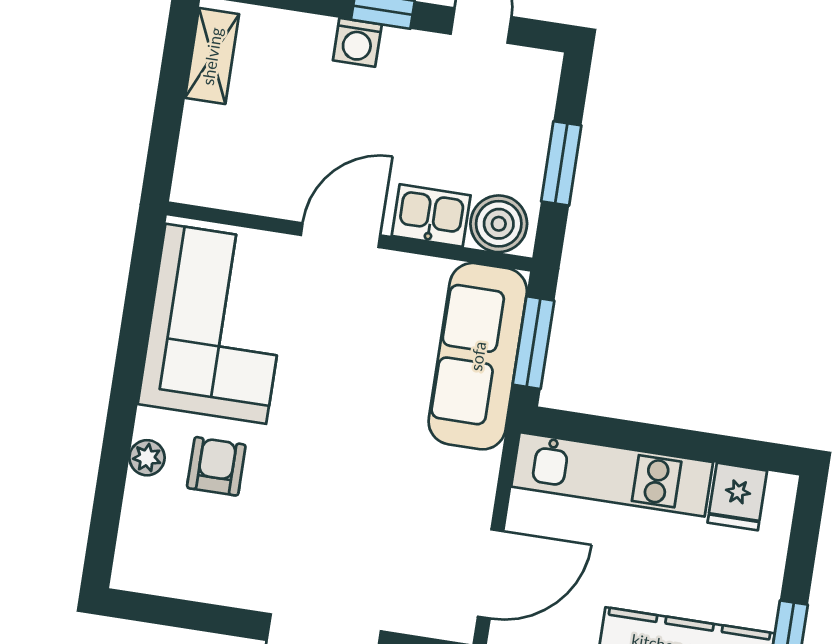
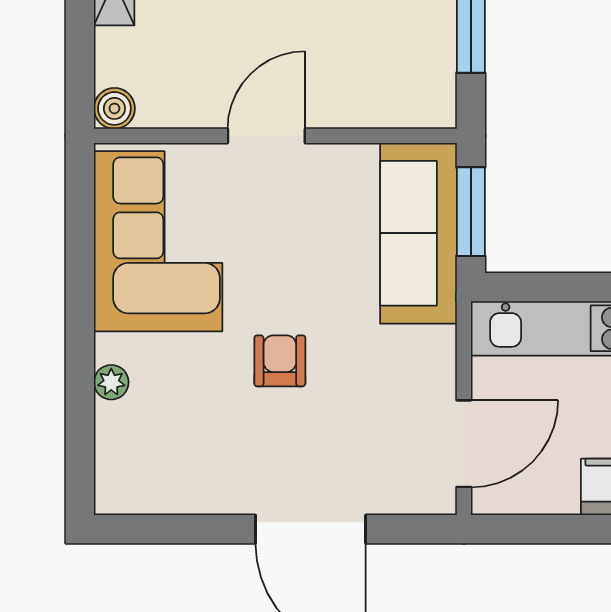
kitchen sink: (431, 216) -> (352, 103), removed
boiler: (499, 224) -> (114, 108), moved, width x0.73, depth x0.73
armchair: (216, 466) -> (280, 361), moved

